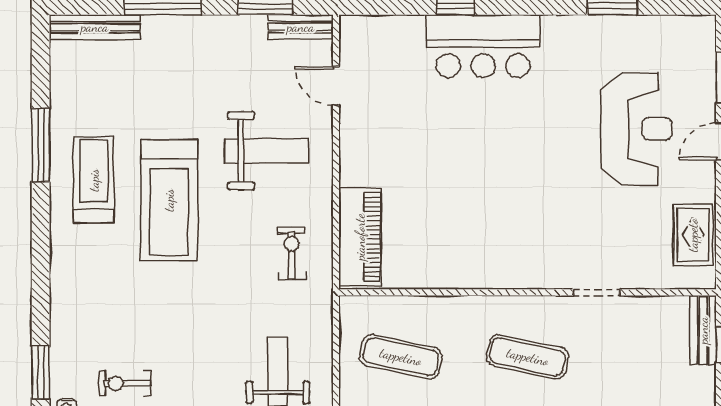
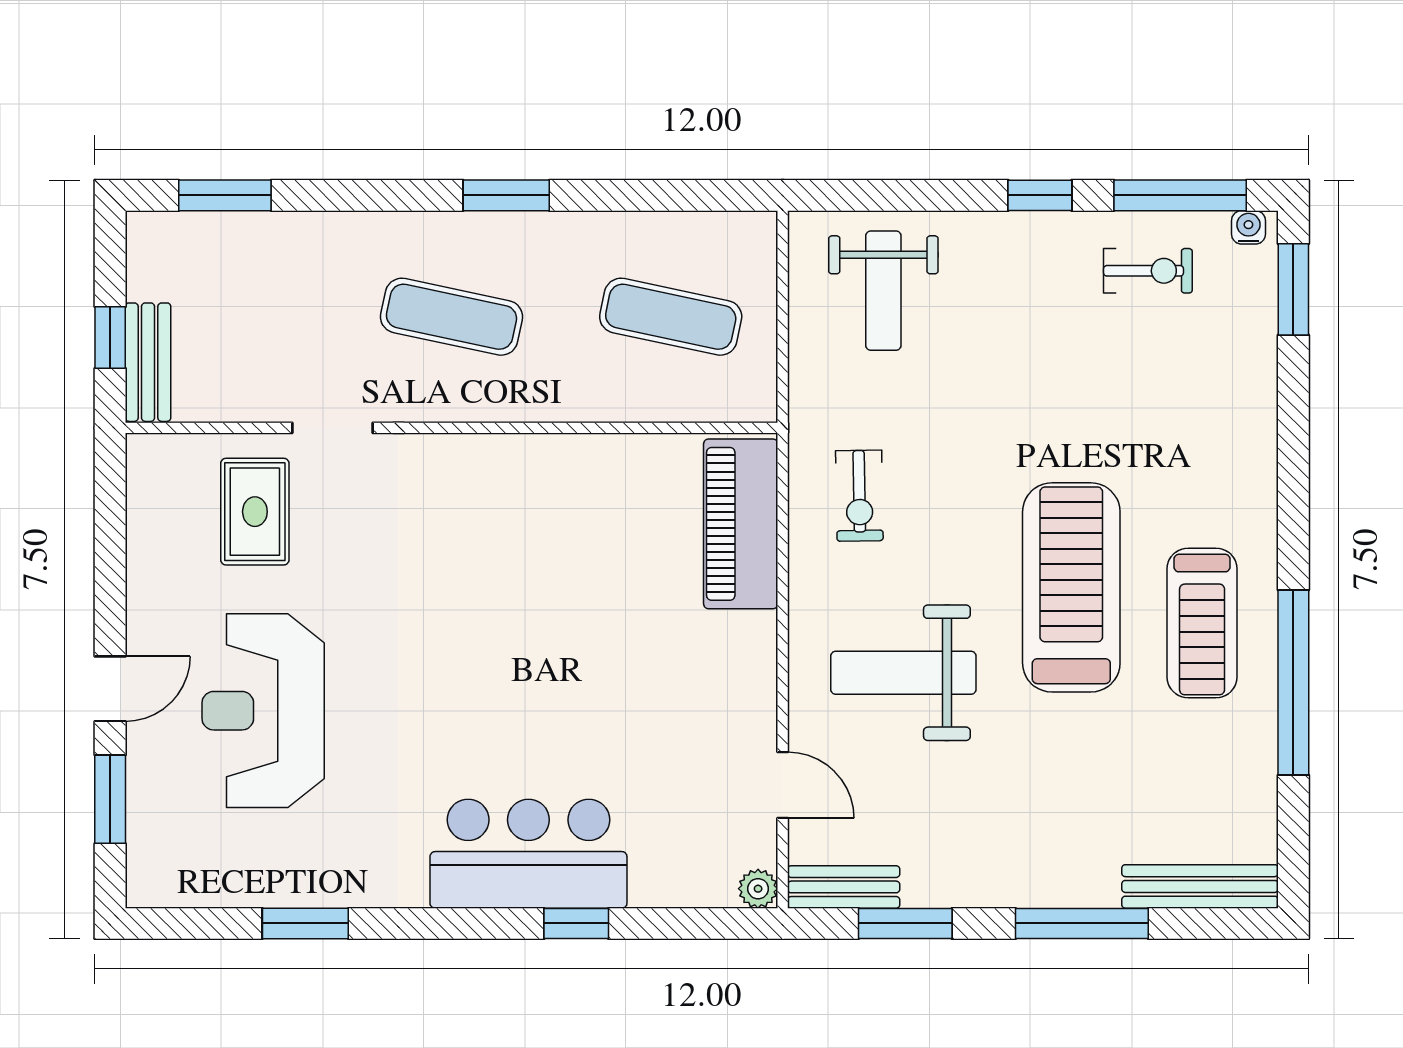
plant: (350, 26) -> (758, 889), added
window: (41, 145) -> (1293, 683), width x1.46
rug: (693, 235) -> (255, 512), moved

